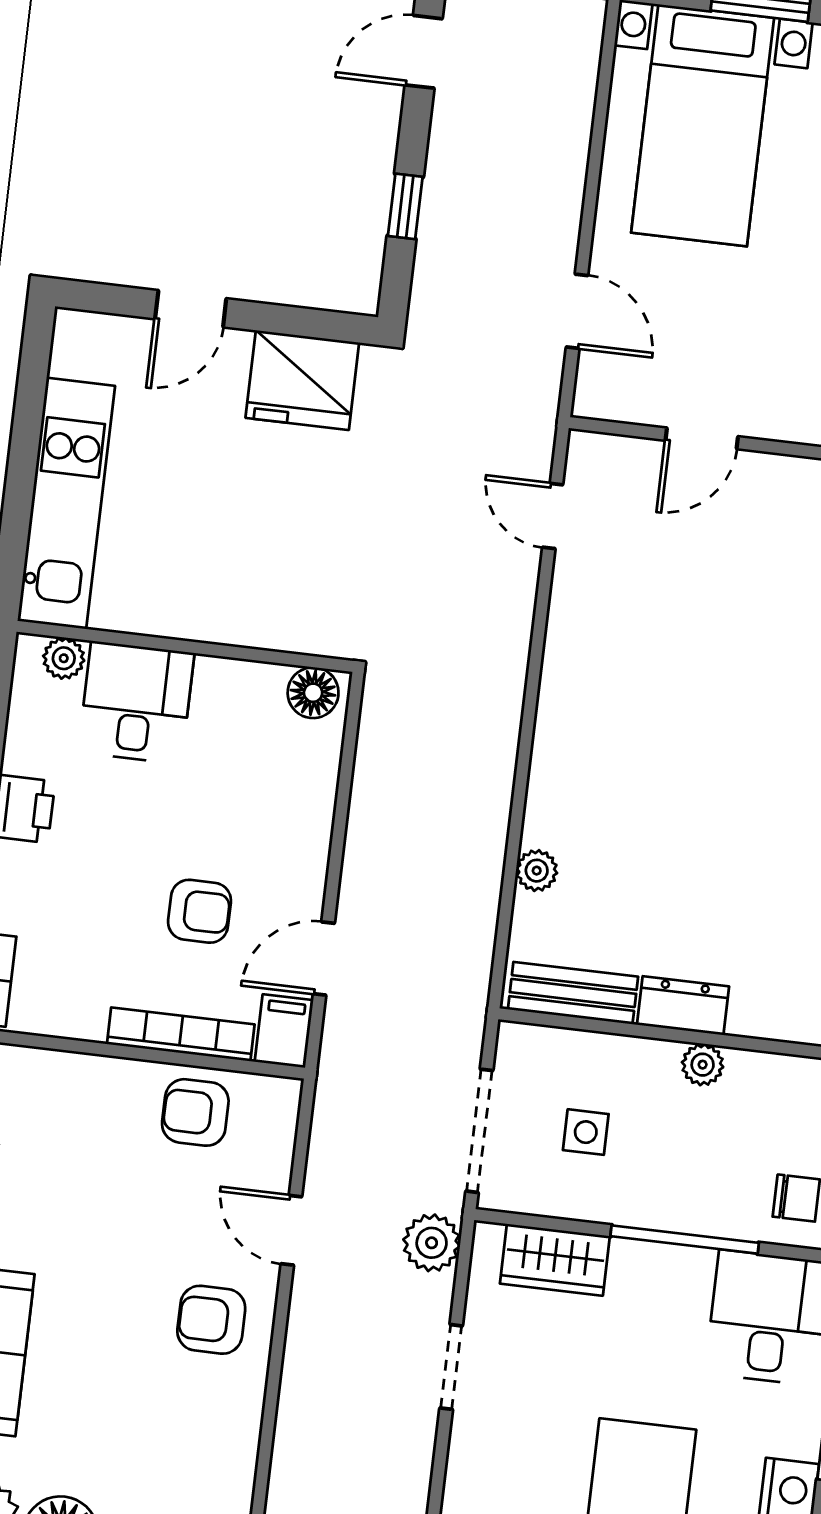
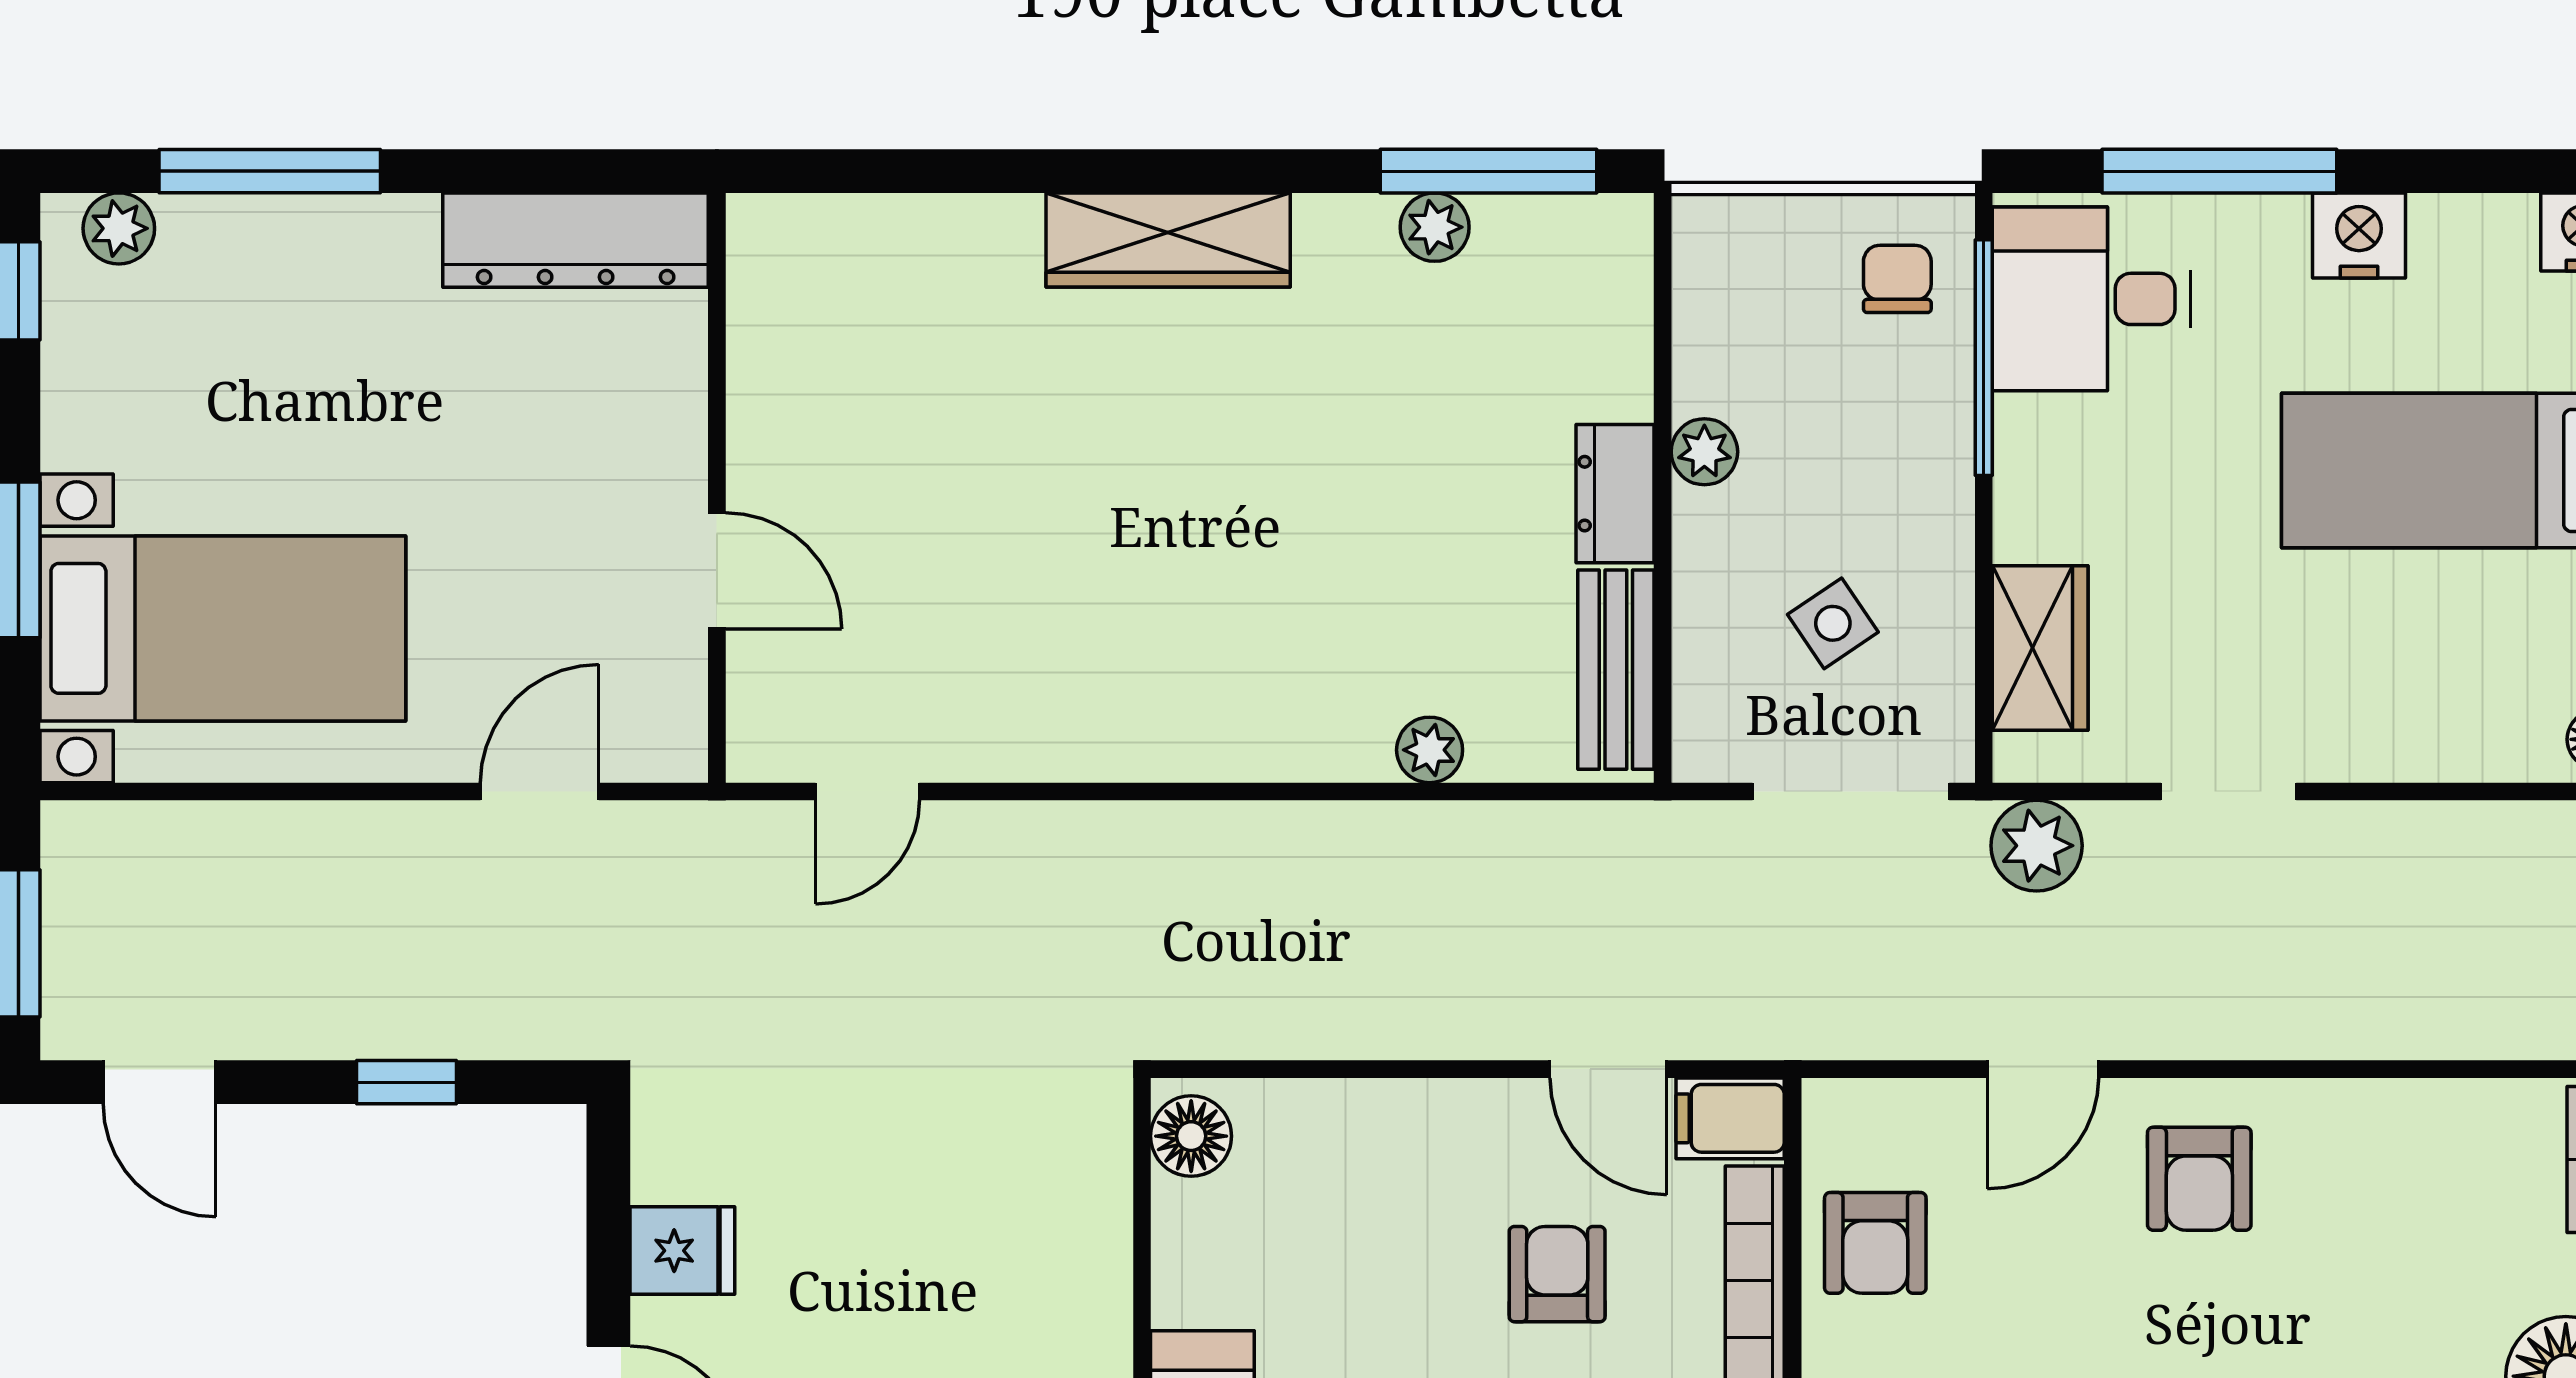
fridge: (302, 380) -> (682, 1251), width x0.53, depth x0.75
side table: (586, 1132) -> (1833, 623), turned -34
window: (685, 1239) -> (1984, 358), moved

